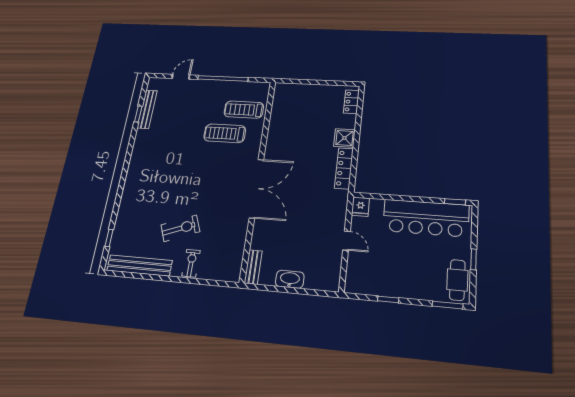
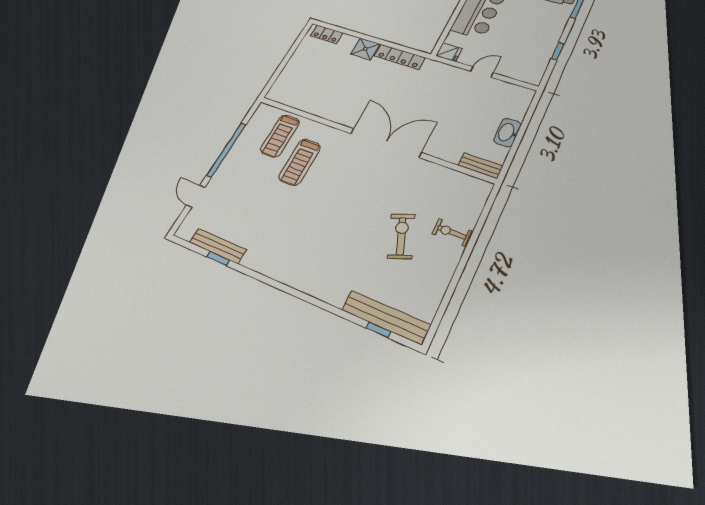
bench: (139, 265) -> (386, 317), moved, turned 90

